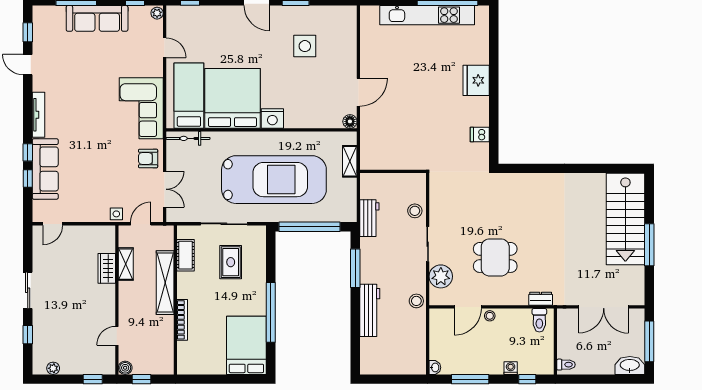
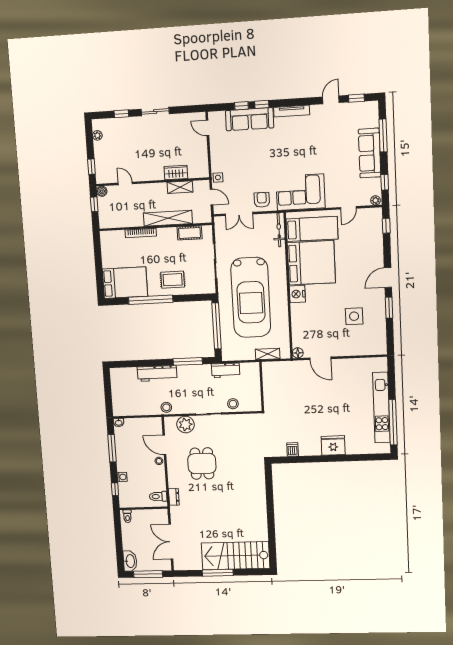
rug: (231, 262) -> (173, 280), moved

